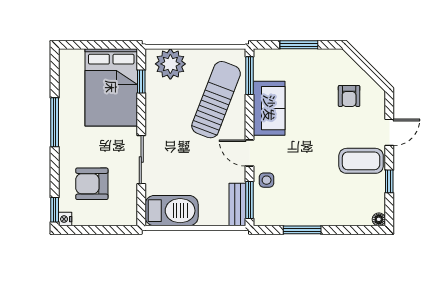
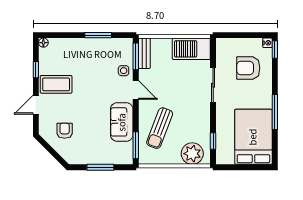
bed: (111, 87) -> (253, 137), moved
sun lounger: (216, 100) -> (160, 128), width x0.73, depth x0.75
armchair: (92, 184) -> (248, 68), turned 180

